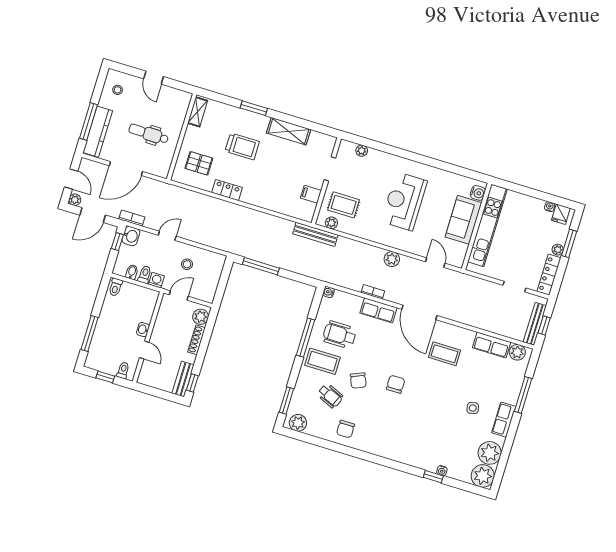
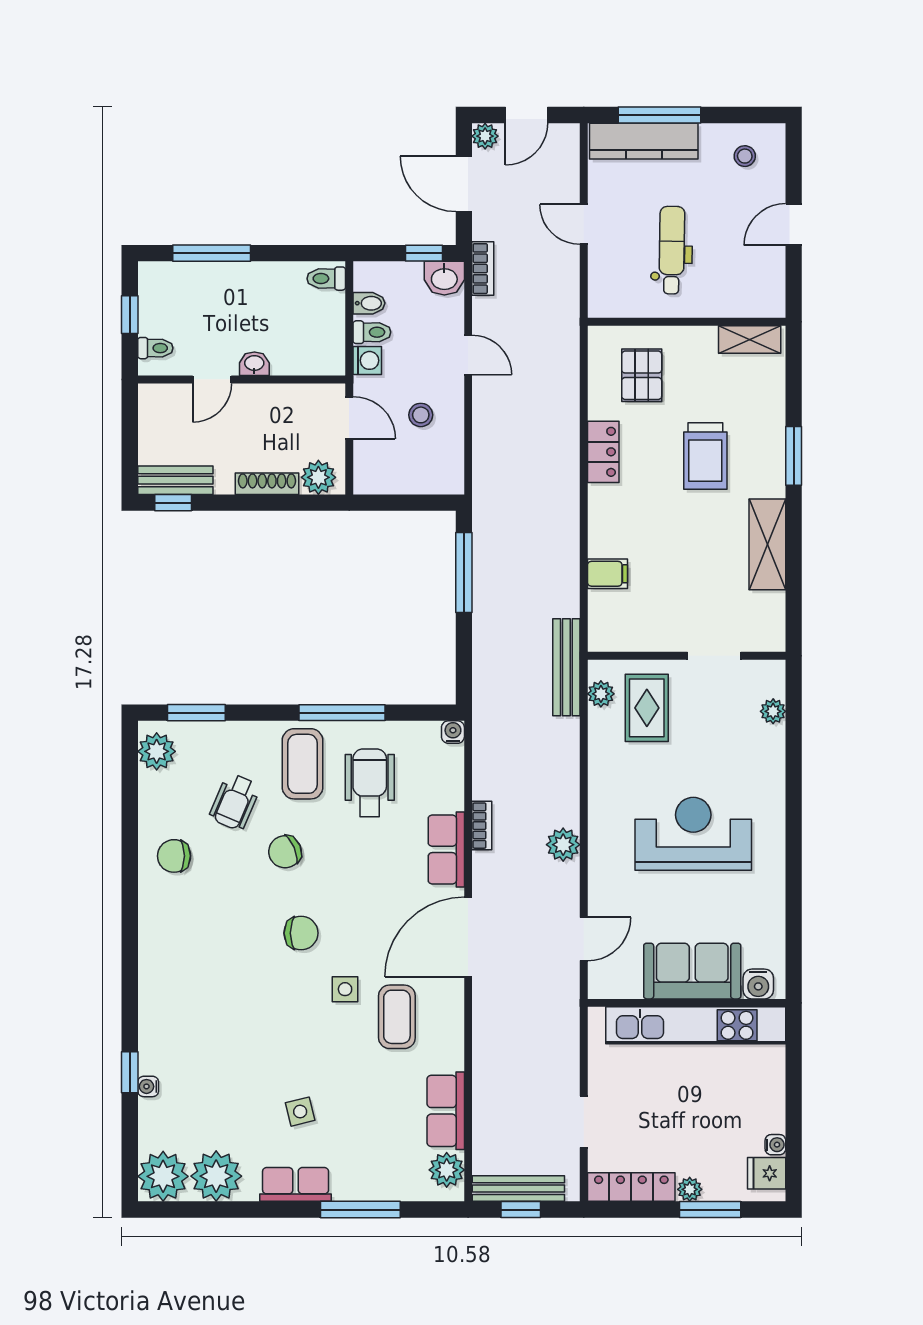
door: (126, 169) -> (584, 224), width x0.53
filing cabinet: (311, 194) -> (608, 574), moved, turned 90
side table: (426, 373) -> (345, 989), added

